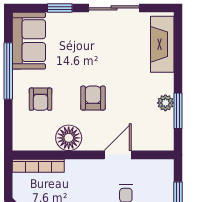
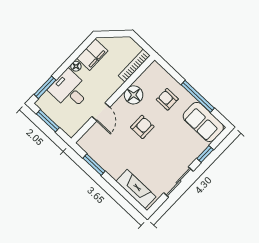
armchair: (93, 98) -> (142, 127), turned -90
plant: (165, 103) -> (104, 162), removed

